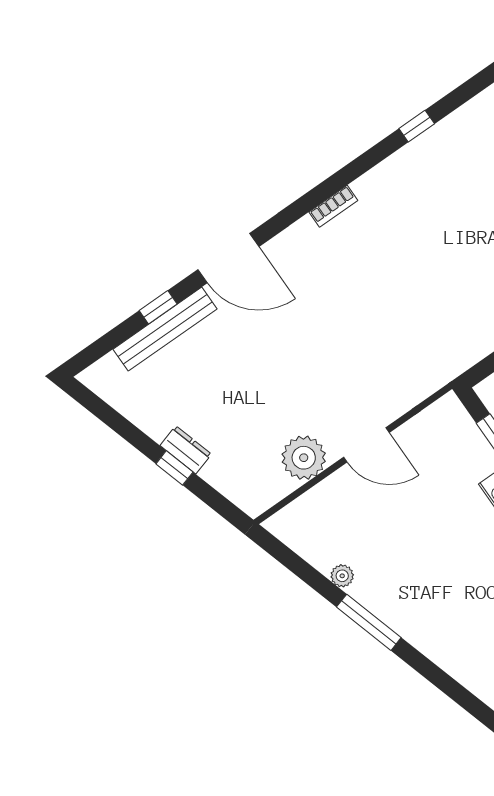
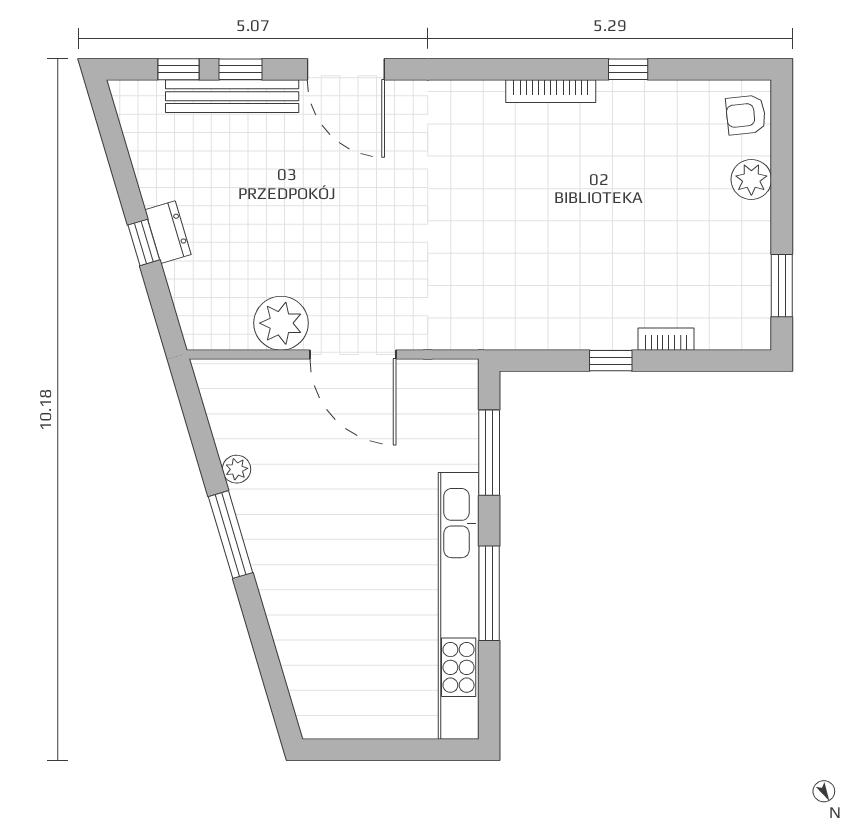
bookcase: (333, 206) -> (551, 91), moved, width x1.56
window: (117, 336) -> (179, 69), added
door: (366, 445) -> (353, 354), width x1.36

